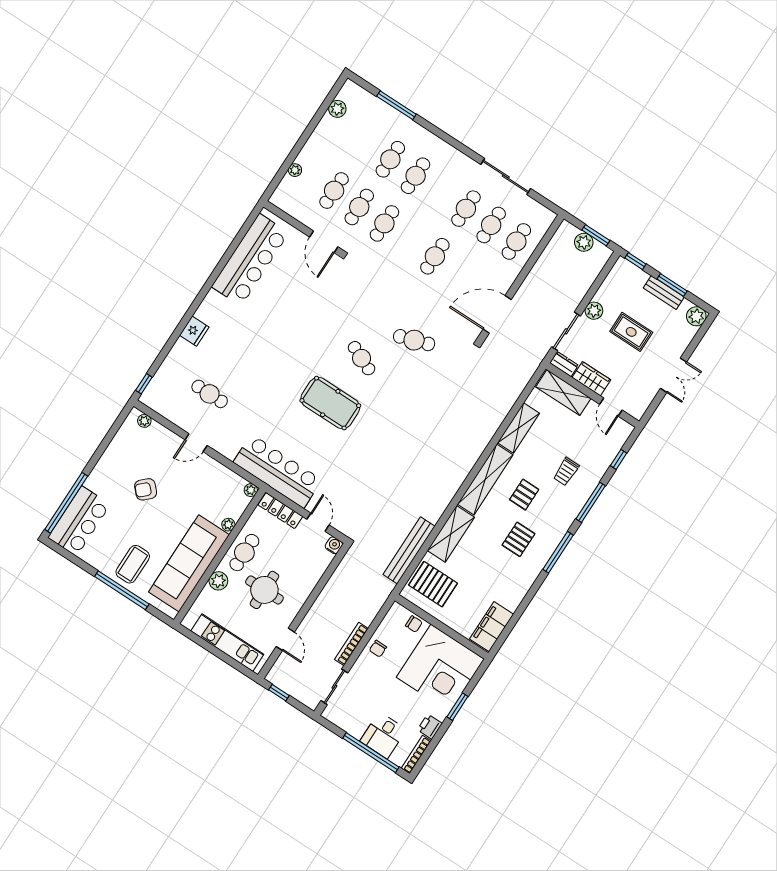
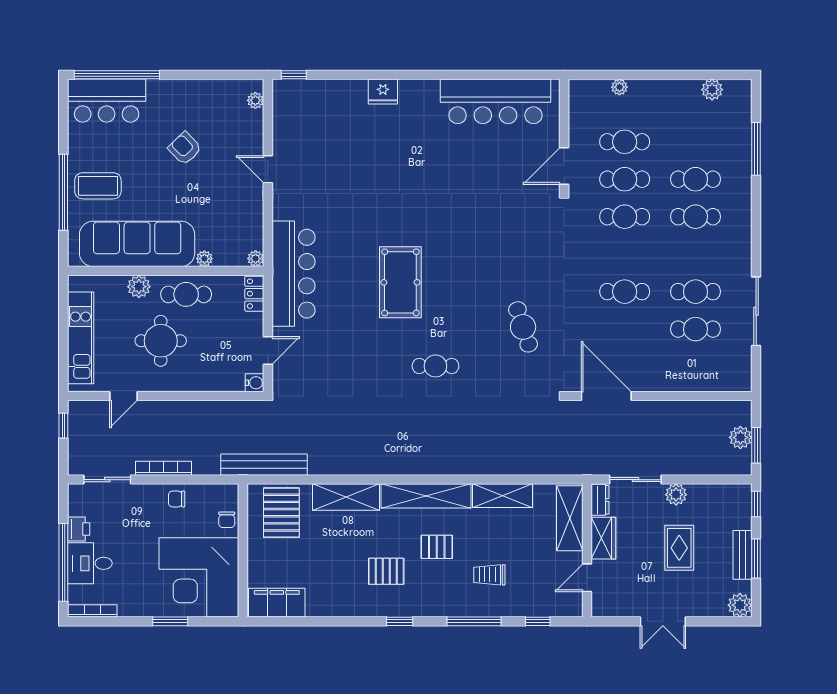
cafe table: (516, 241) -> (696, 367), removed
cafe table: (362, 358) -> (435, 366), moved, turned 66
cafe table: (210, 394) -> (328, 150), removed
locker: (280, 511) -> (254, 294), width x0.66
bench: (409, 550) -> (264, 465), moved
window: (558, 552) -> (400, 621), width x0.46
printer: (430, 727) -> (79, 529), moved, turned 90

